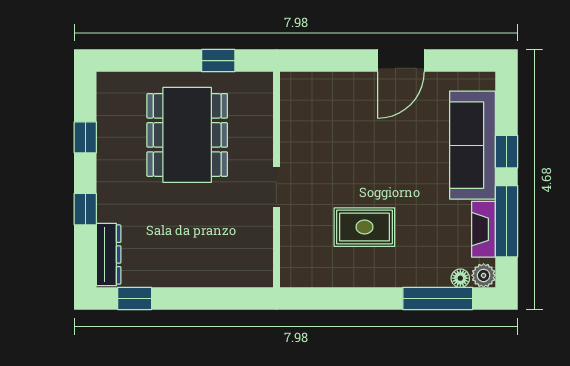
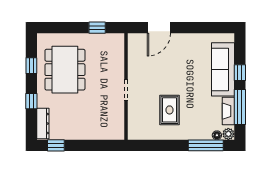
door: (401, 61) -> (159, 28), moved
dining table: (187, 135) -> (65, 70), moved
rug: (364, 227) -> (170, 110), turned 90

